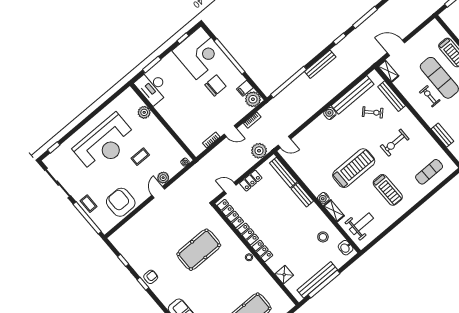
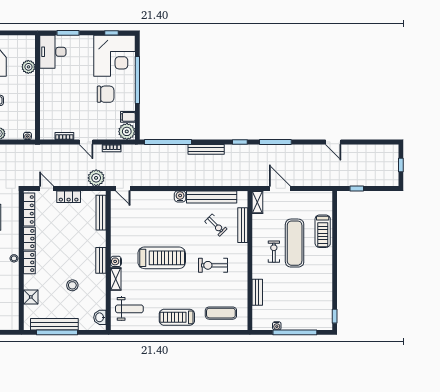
treadmill: (388, 190) -> (177, 317), moved, turned 90
bench: (302, 195) -> (101, 260), moved
stool: (323, 237) -> (72, 285), moved

